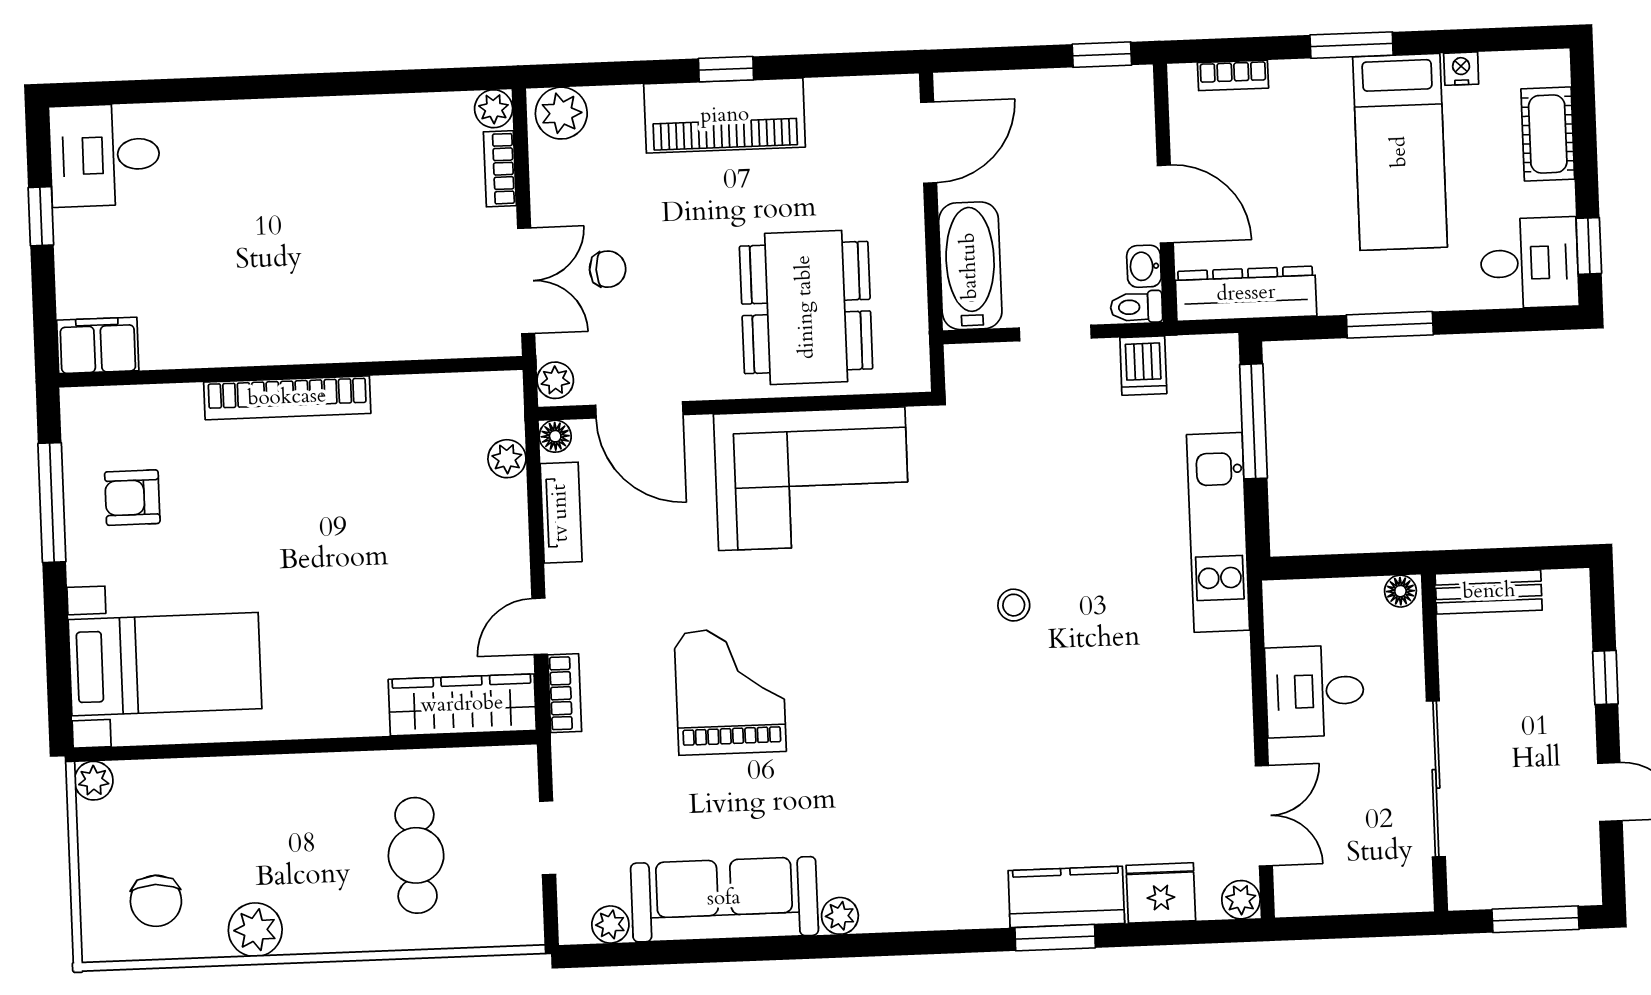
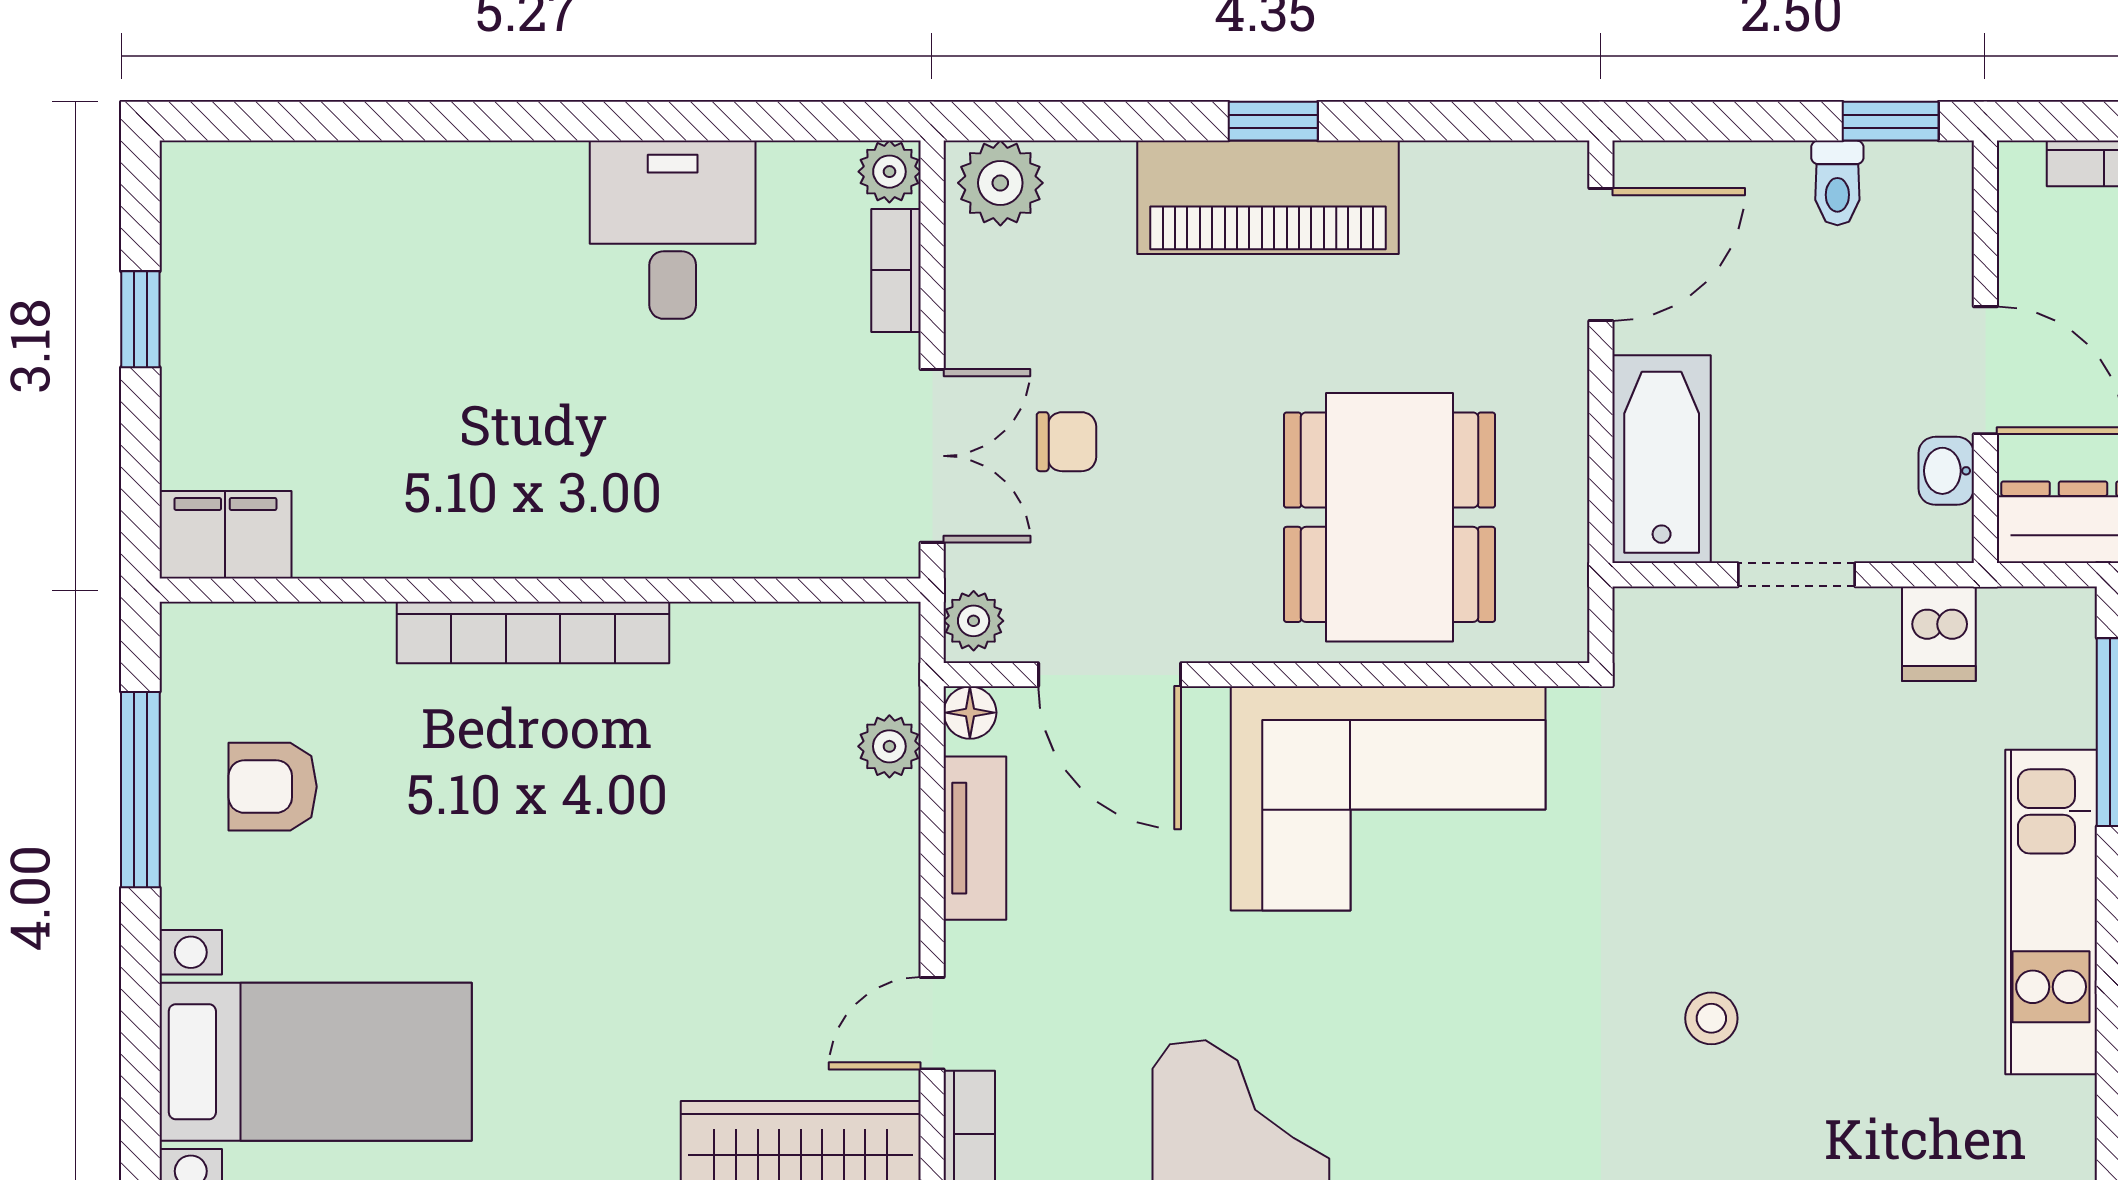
desk: (105, 155) -> (673, 230), moved, turned 90
toilet: (1136, 307) -> (1837, 183), moved, turned -90

